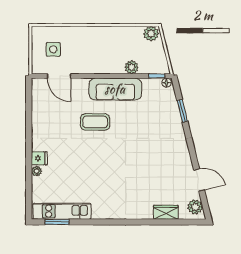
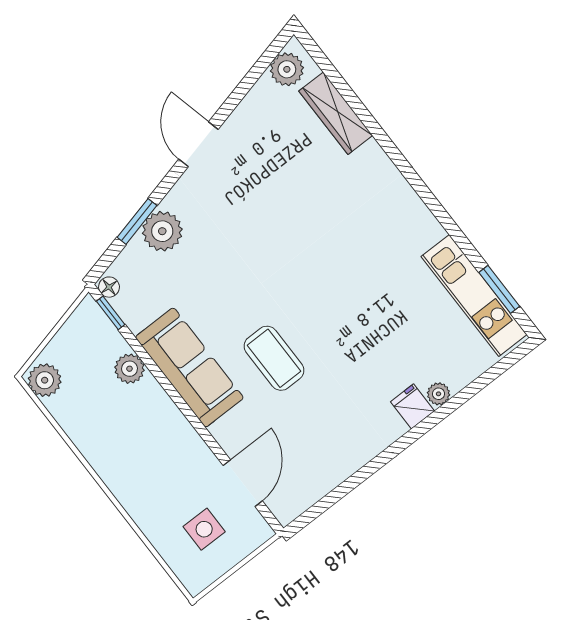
plant: (172, 117) -> (162, 231), added
door: (199, 180) -> (198, 144), moved
wardrobe: (166, 212) -> (336, 113), width x1.50

